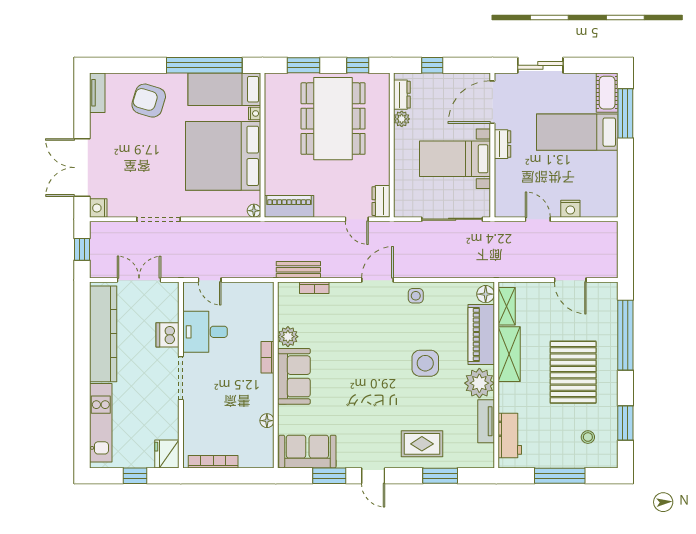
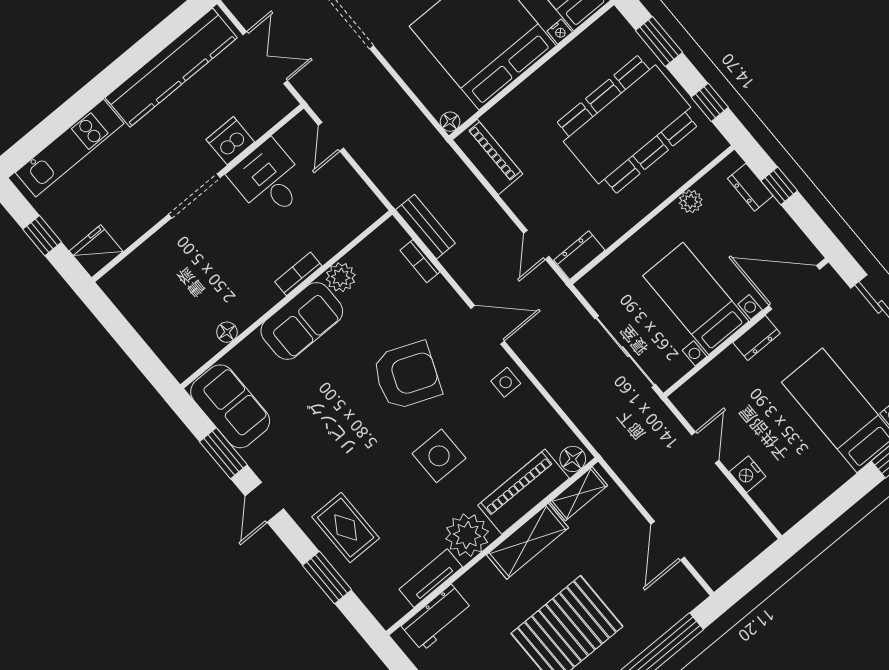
dresser: (402, 95) -> (750, 187), moved, turned 90
armchair: (369, 345) -> (407, 376), added
bookcase: (213, 462) -> (131, 310), removed

